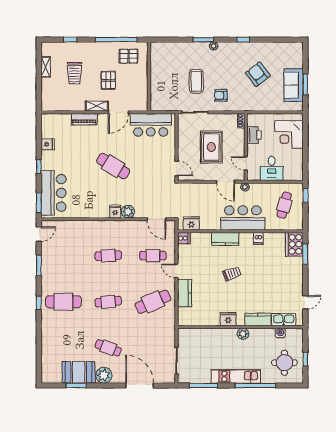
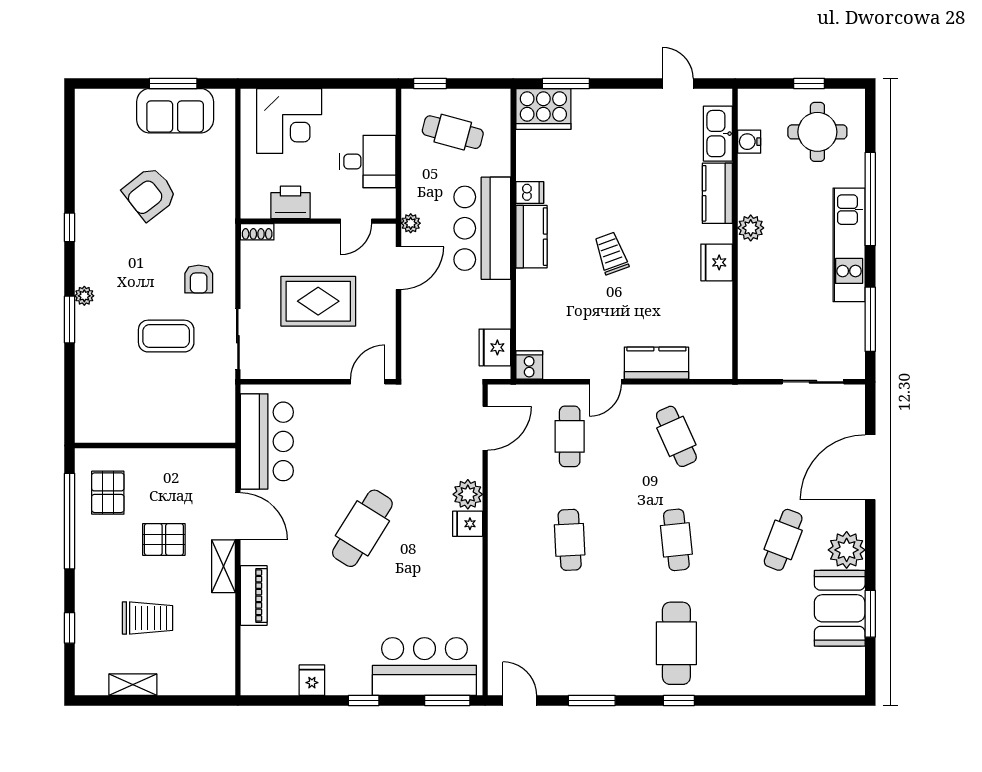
kitchen counter: (225, 239) -> (531, 237), moved
cafe table: (153, 302) -> (676, 436), width x0.73, depth x0.74

